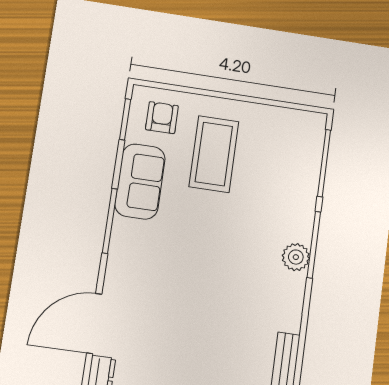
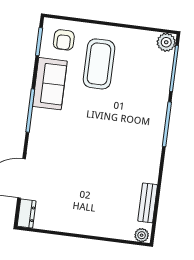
armchair: (162, 118) -> (64, 40), turned 180
plant: (296, 257) -> (166, 42), moved

